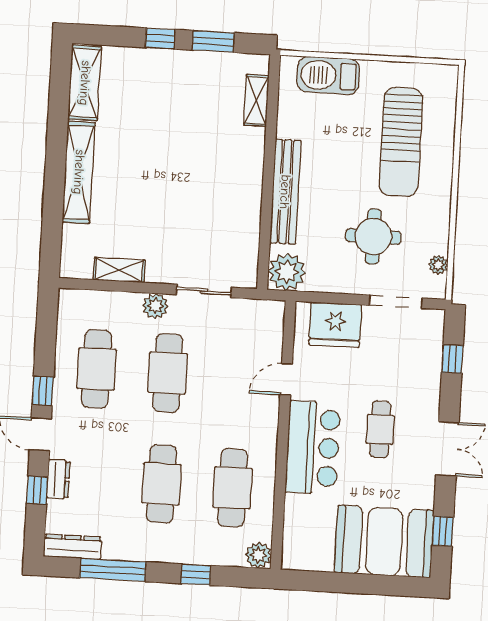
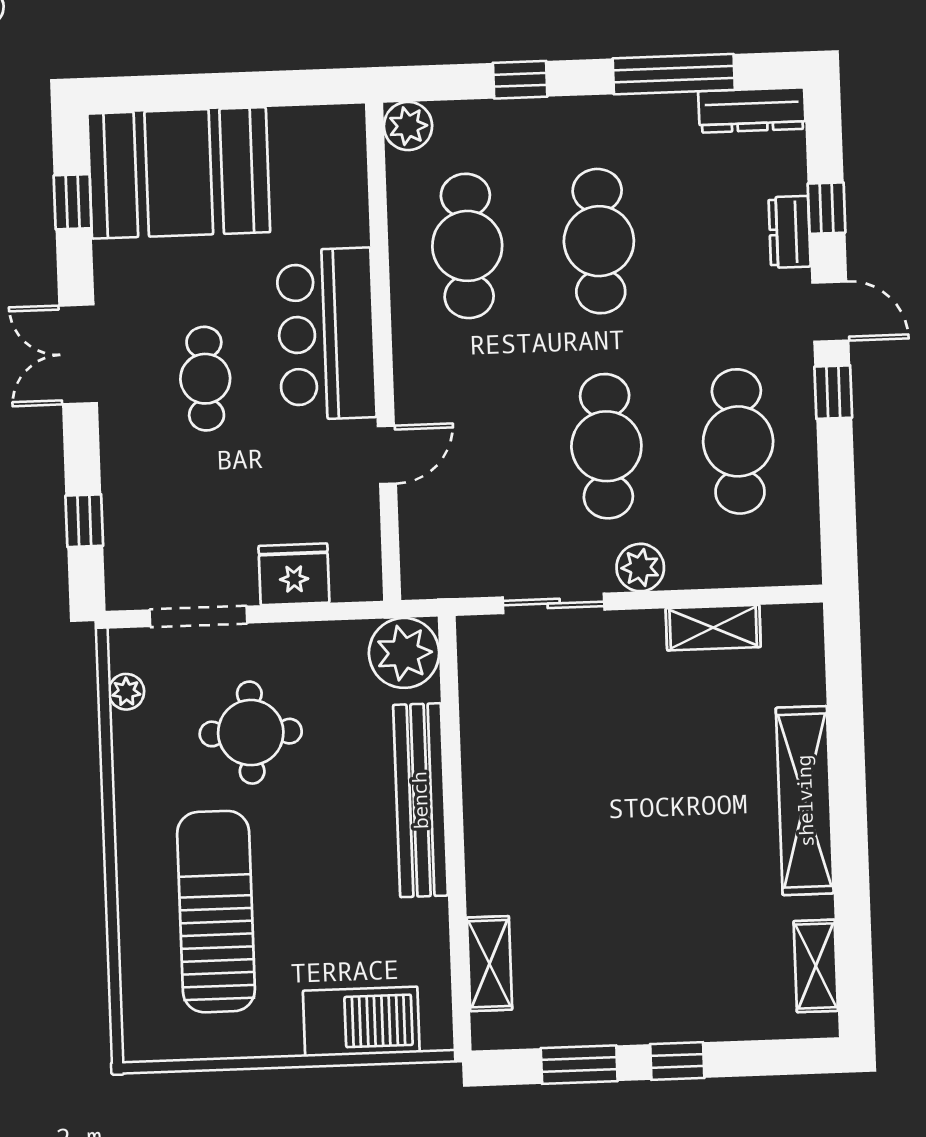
shelving: (85, 83) -> (816, 966), width x0.67, depth x0.75
fridge: (335, 325) -> (294, 574), width x0.73, depth x0.75

